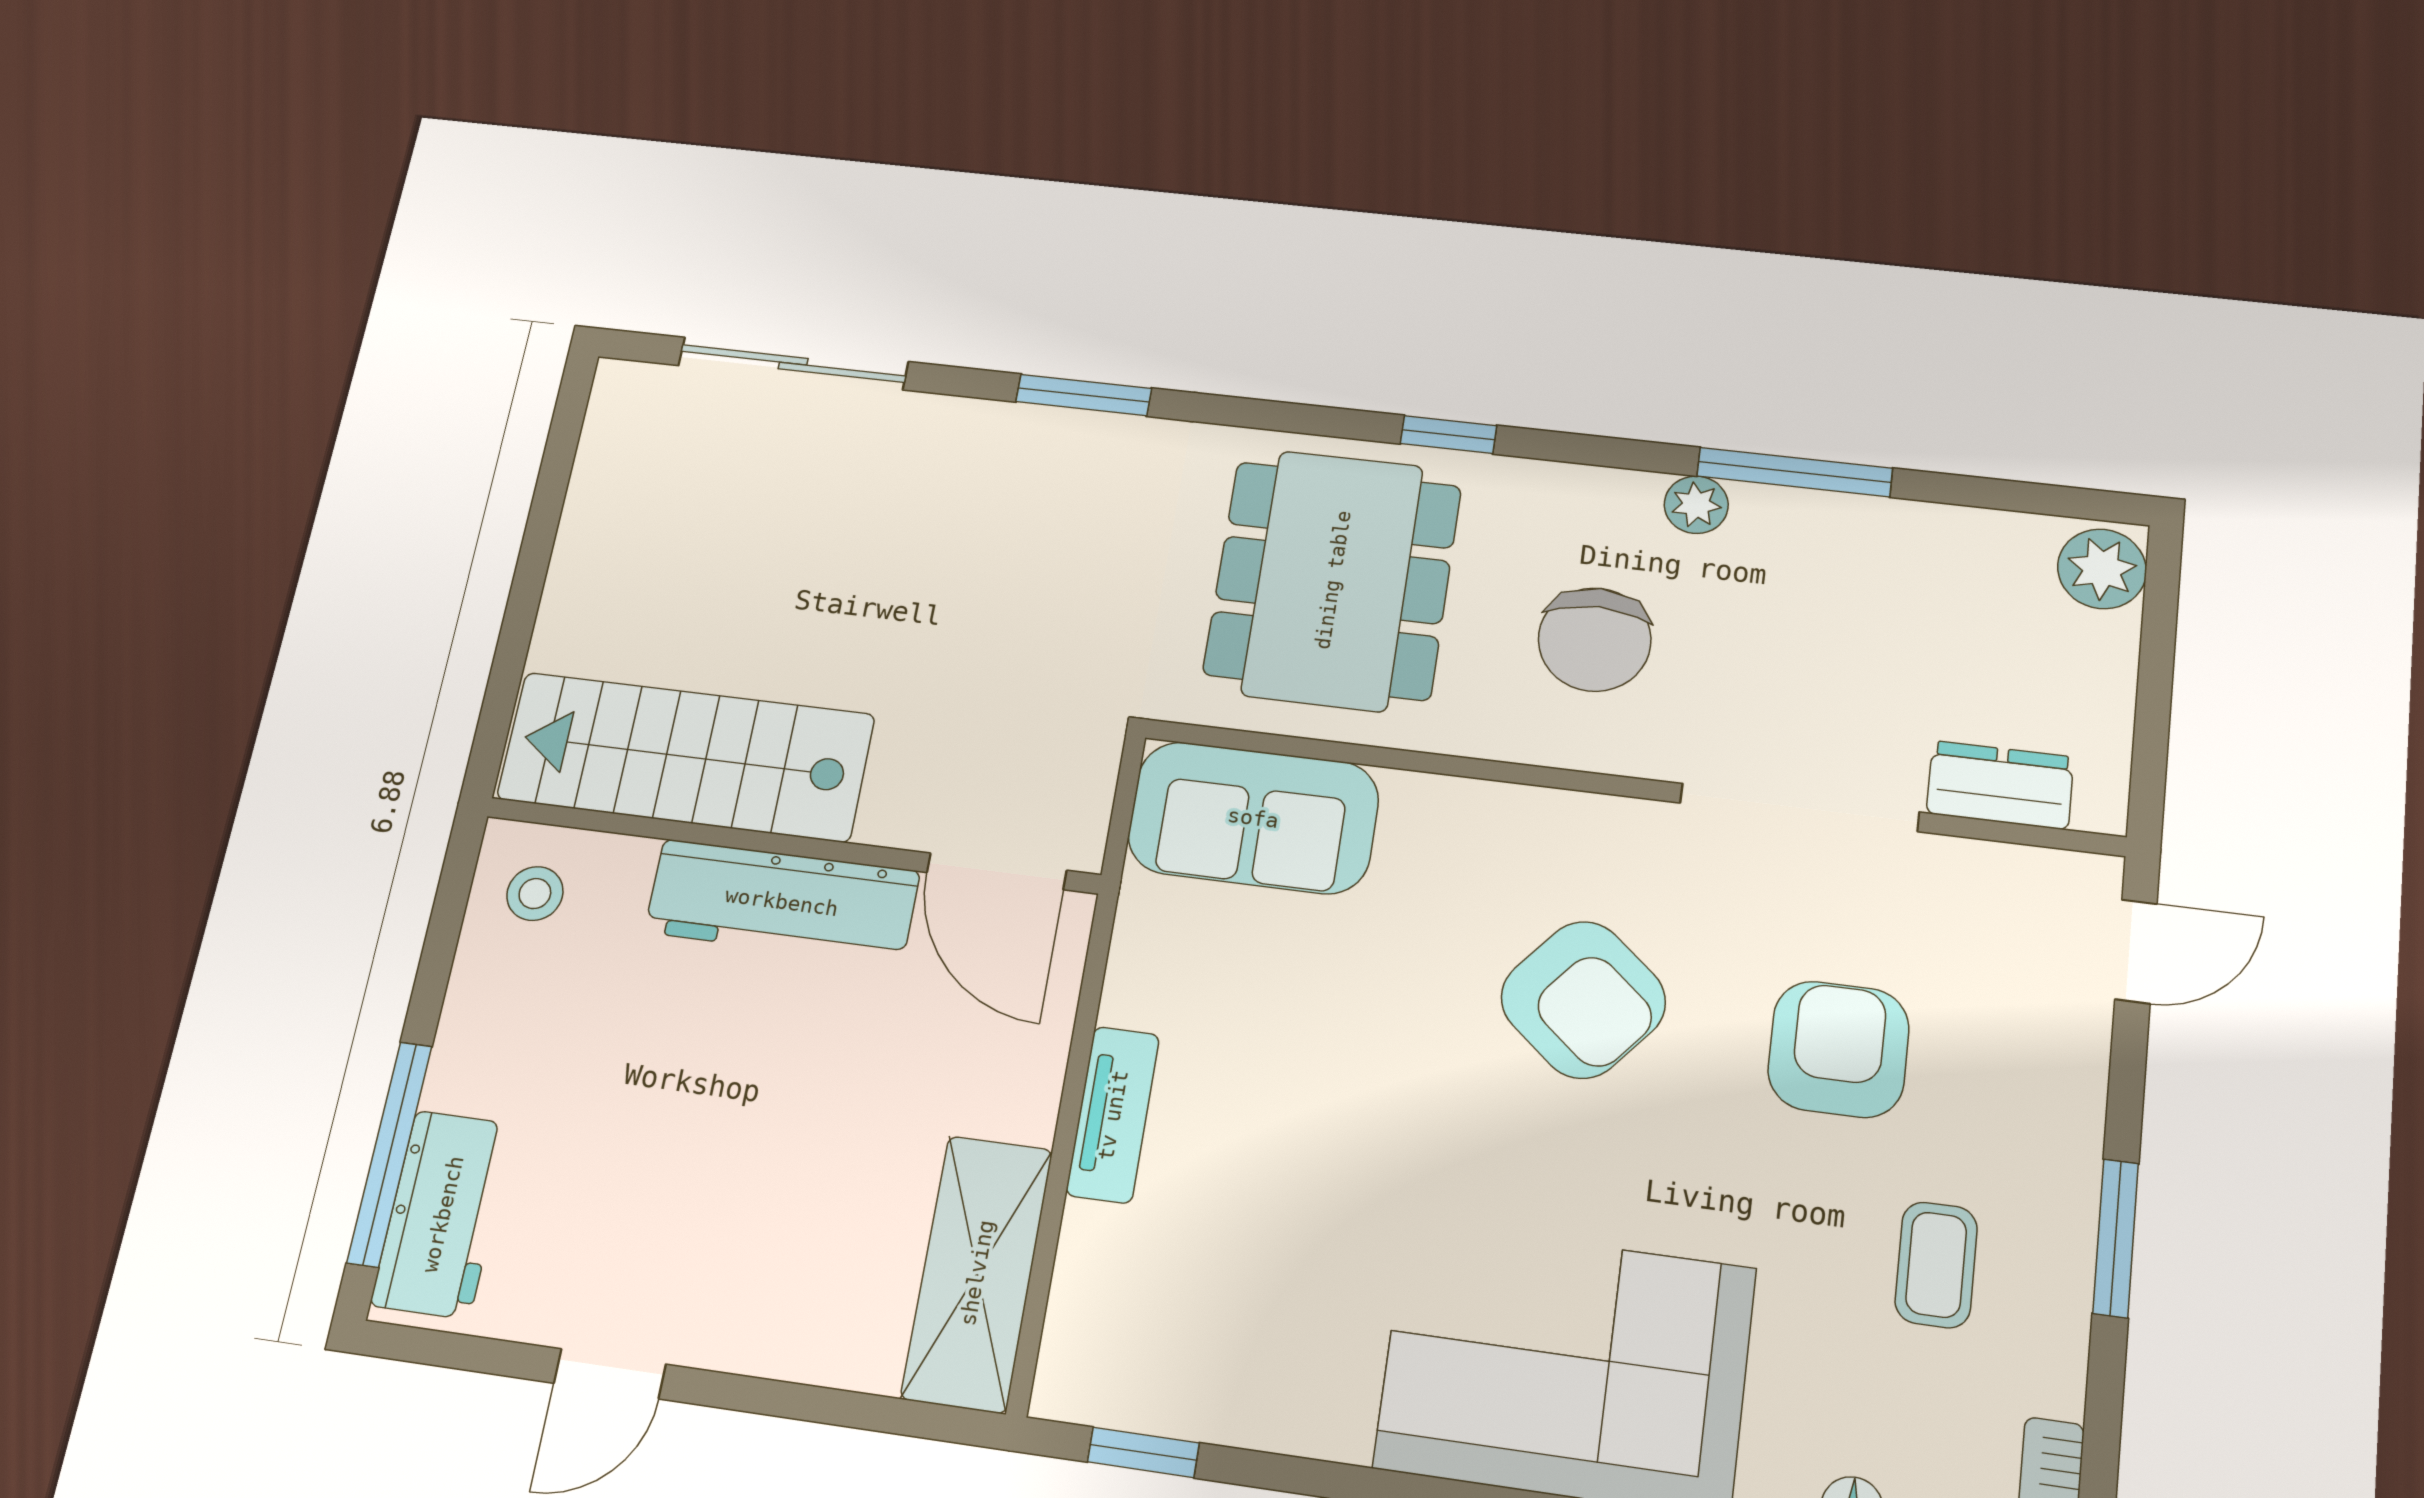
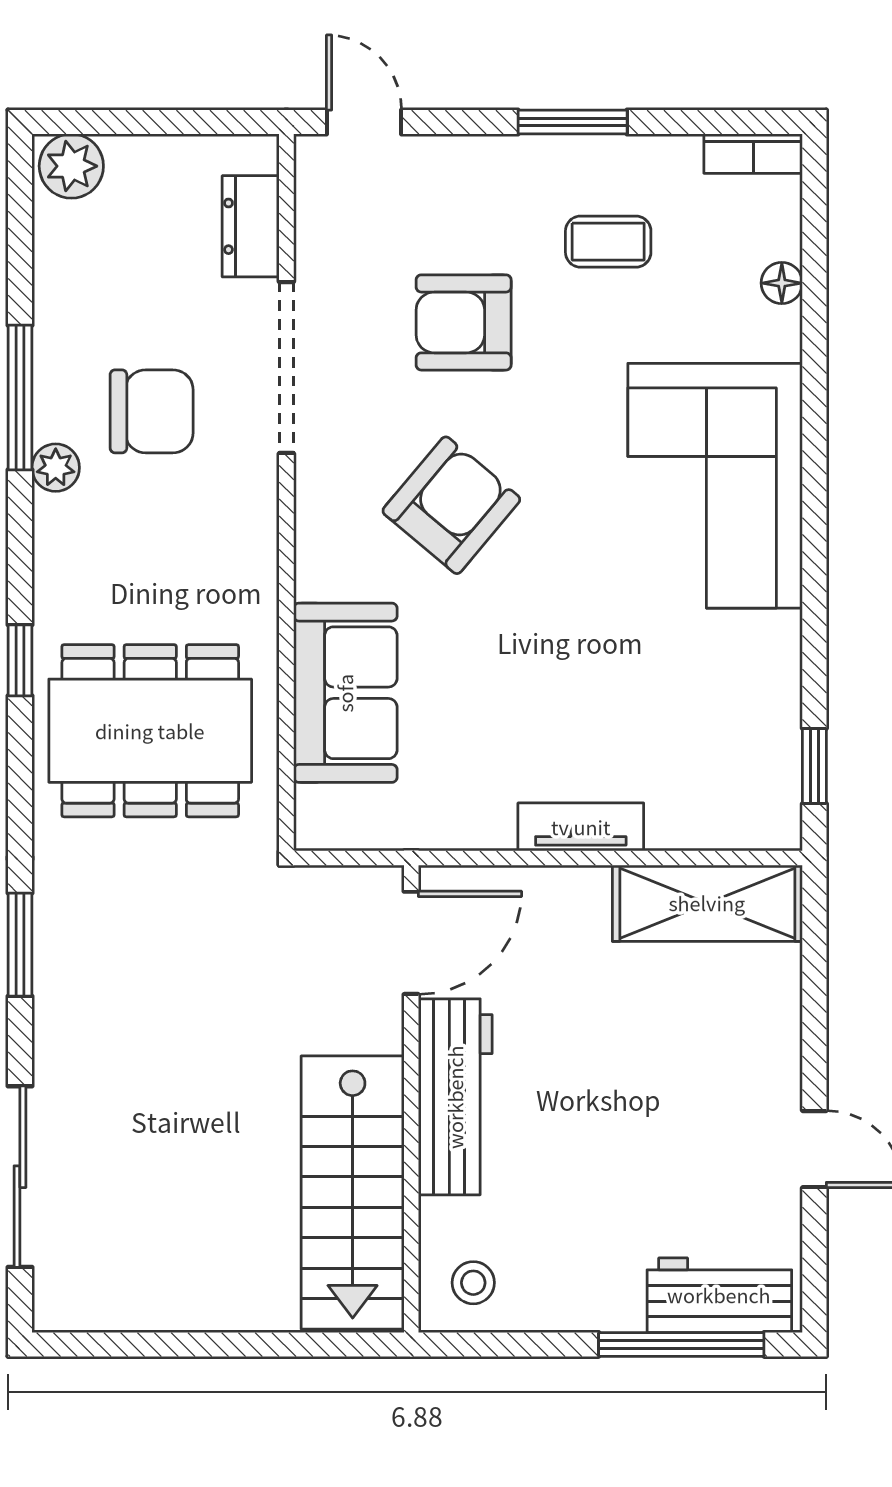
chair: (1595, 639) -> (152, 411), moved
sofa: (1253, 818) -> (345, 693), moved

